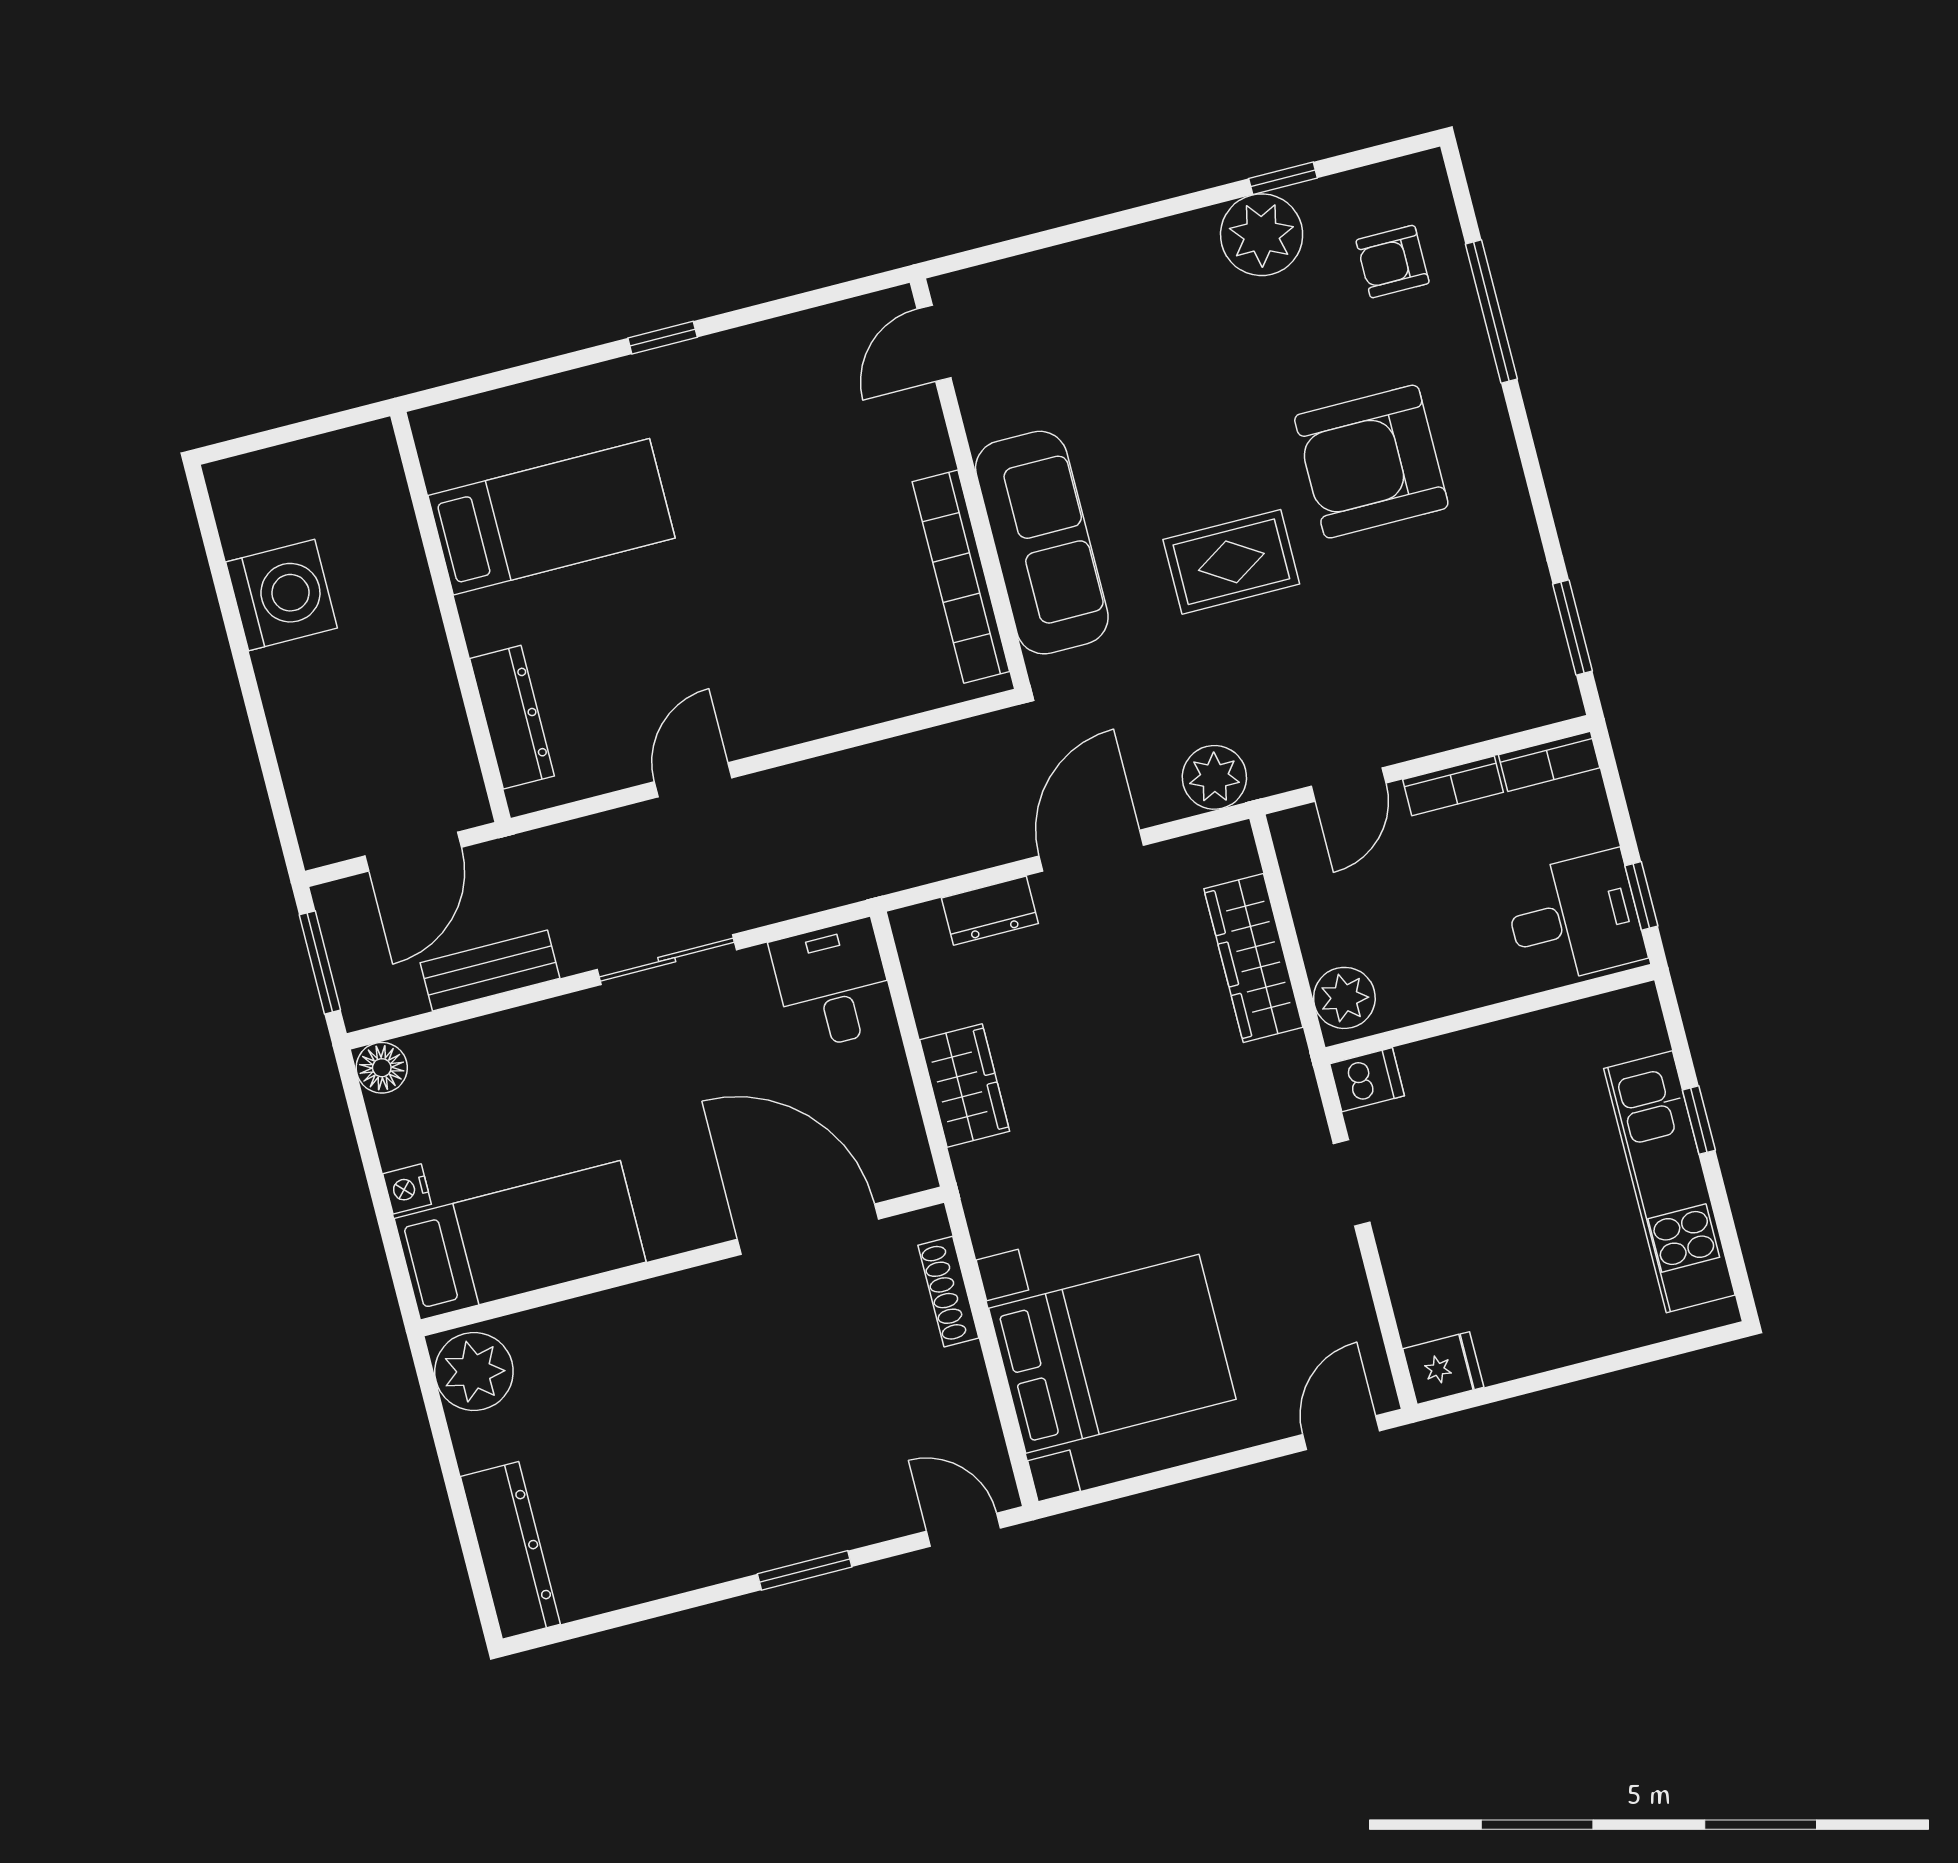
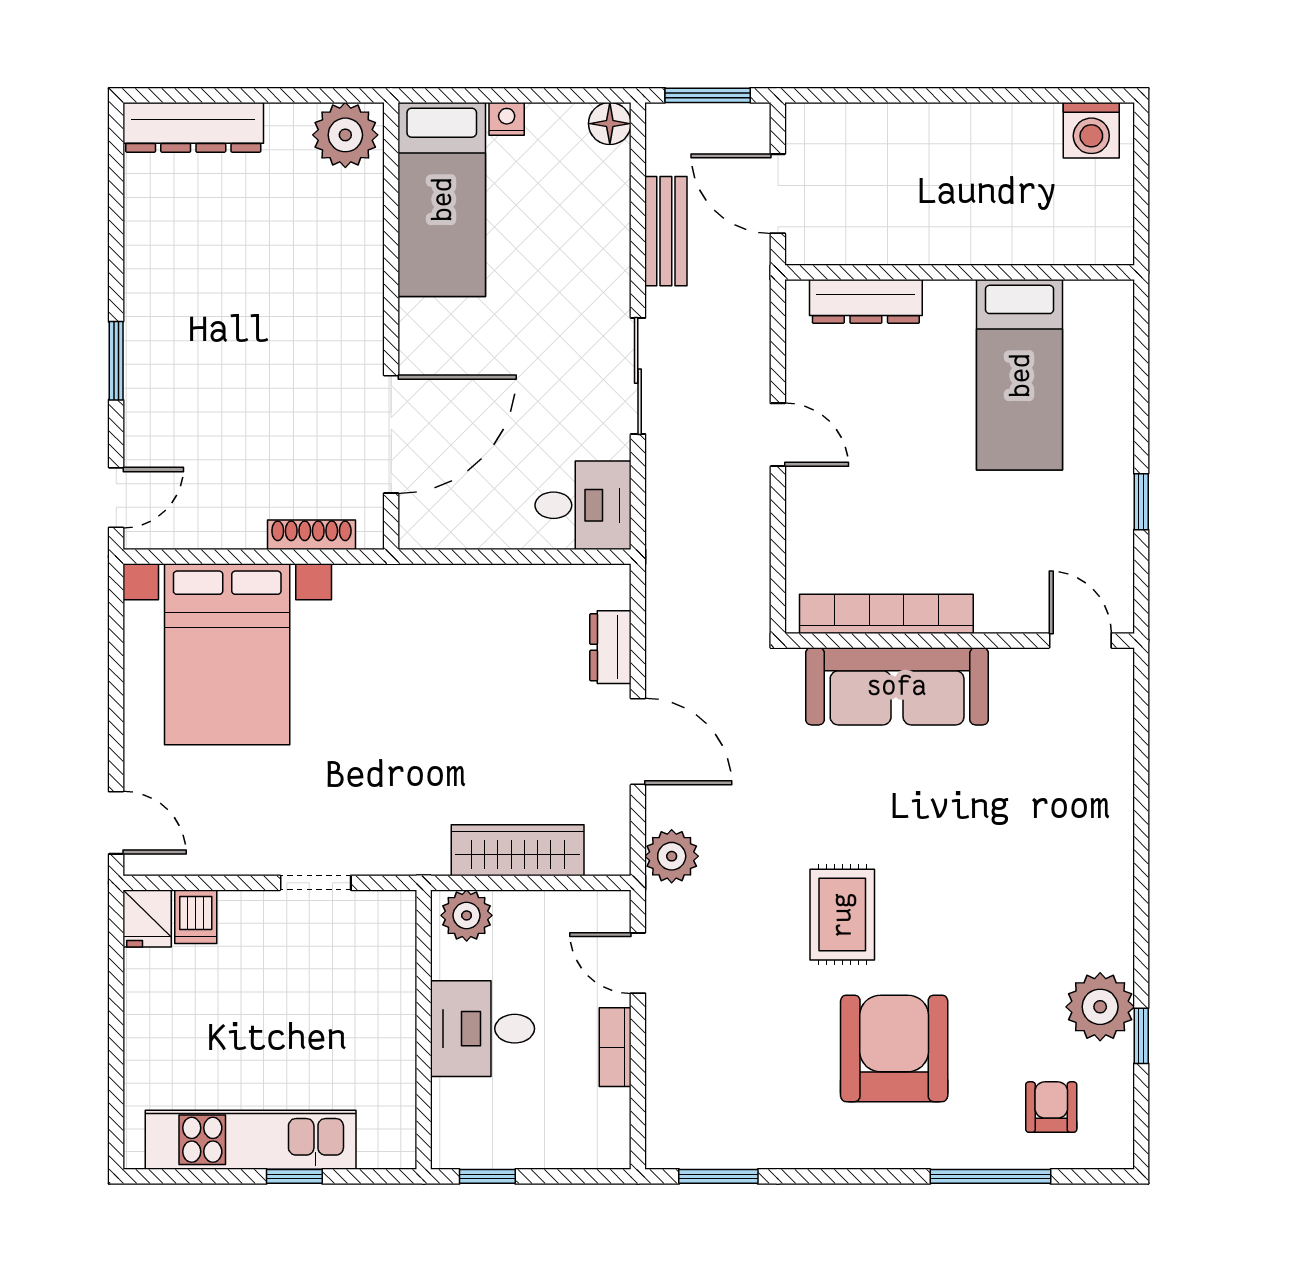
door: (934, 343) -> (1080, 641), moved
wall: (970, 484) -> (960, 641), moved
sofa: (1042, 543) -> (897, 686), moved
bookcase: (961, 577) -> (886, 614), moved
washing machine: (282, 595) -> (1091, 130), moved, width x0.73, depth x0.73
bookcase: (1549, 761) -> (615, 1130), removed
desk: (1574, 918) -> (482, 1029), moved, turned 90
dishwasher: (1367, 1080) -> (196, 917), moved
wardrobe: (965, 1085) -> (475, 591), removed

